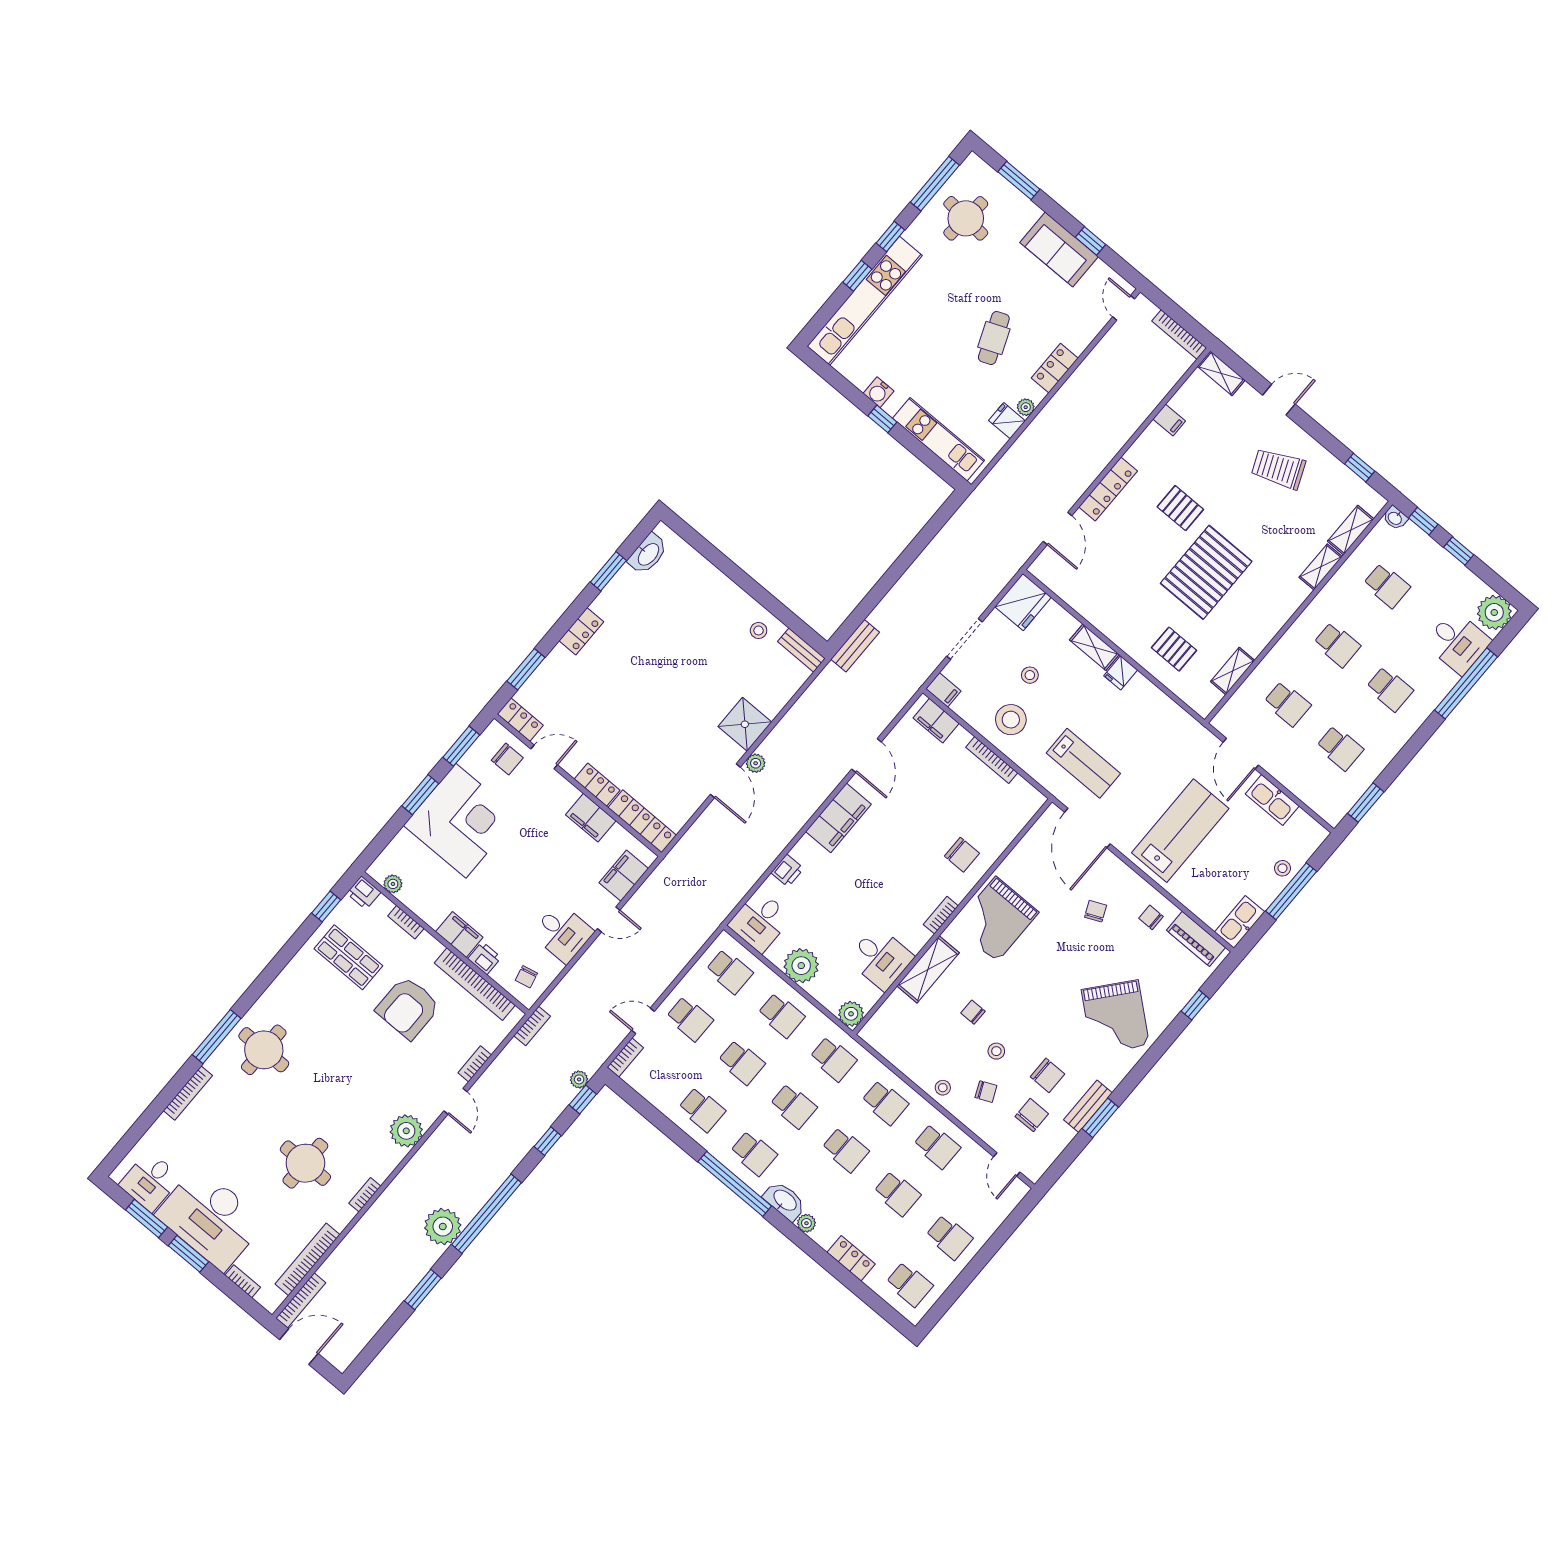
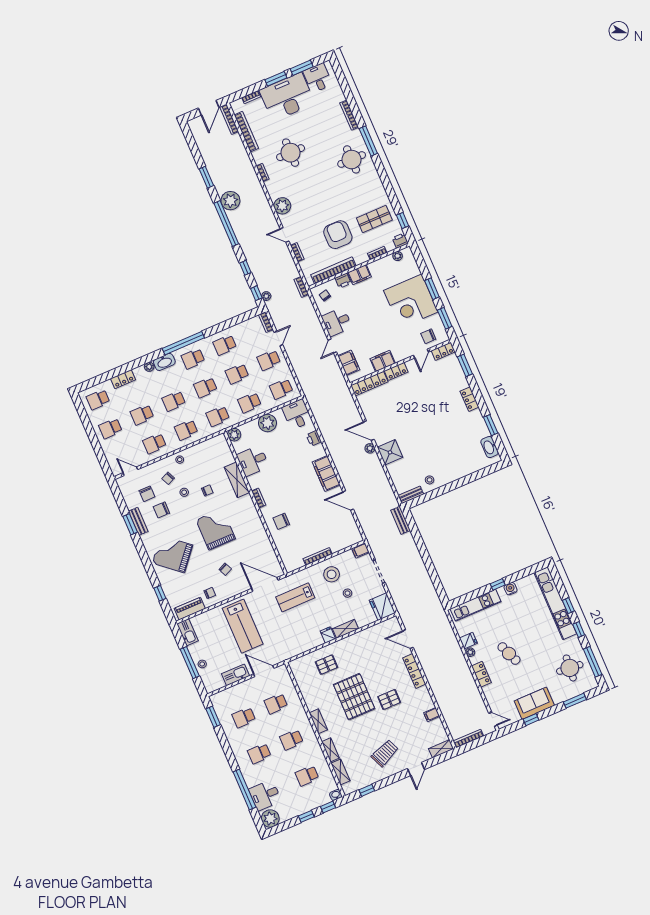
shelving: (1233, 671) -> (318, 721), moved
filing cabinet: (936, 721) -> (348, 540), removed
grand piano: (996, 919) -> (216, 529), moved

